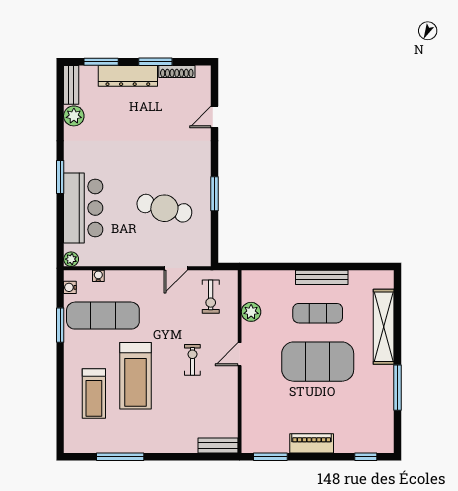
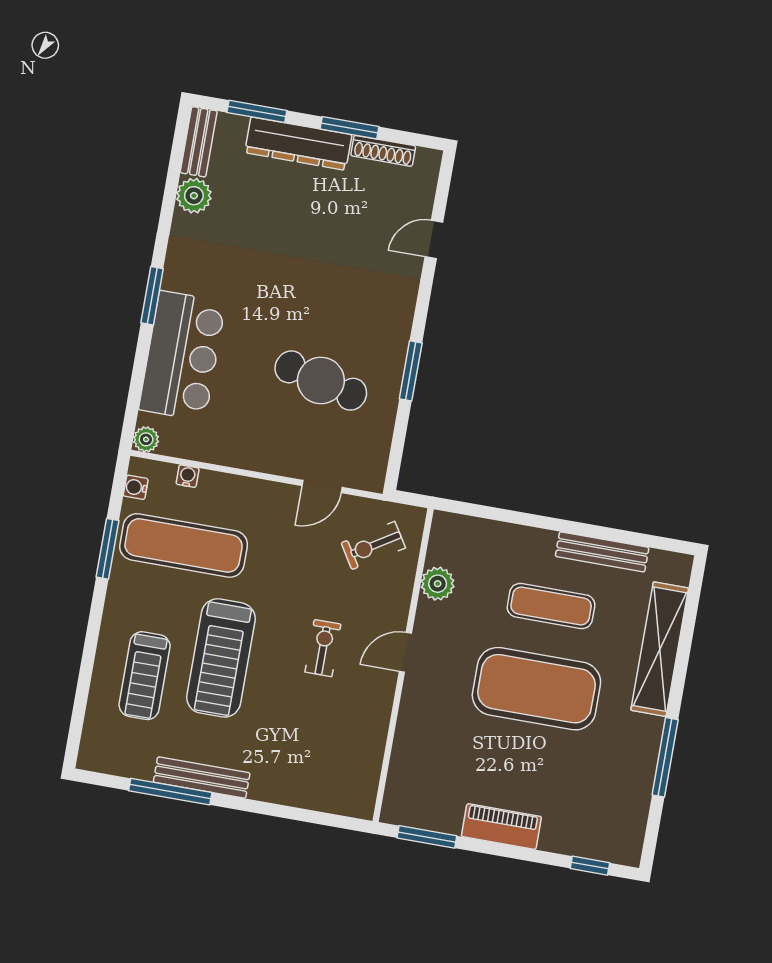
bench: (322, 277) -> (602, 552), moved
exercise bike: (211, 297) -> (373, 545), turned 58
bench: (218, 446) -> (202, 778), moved, width x1.36

